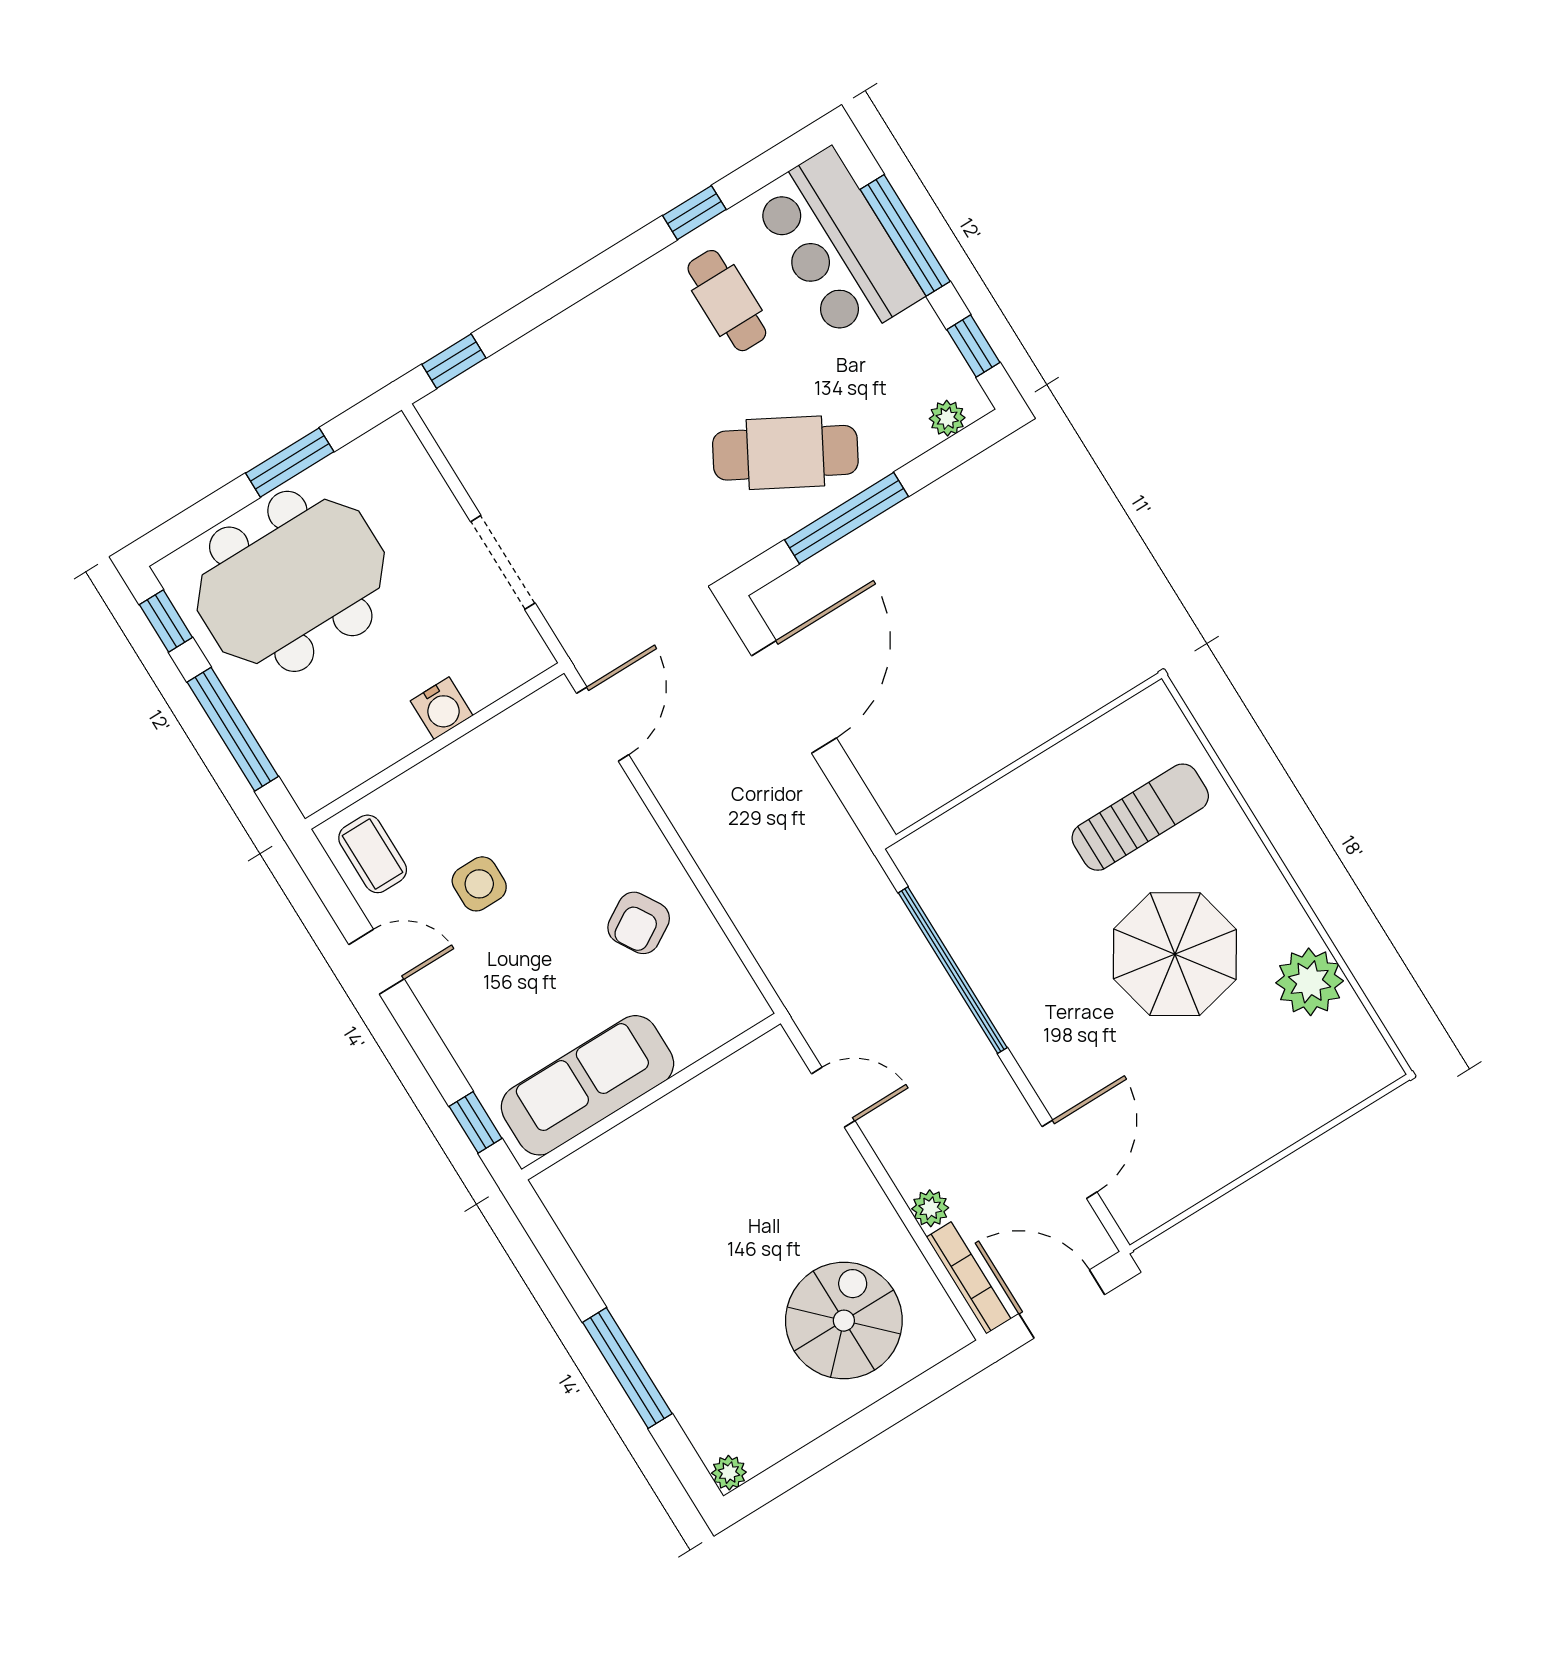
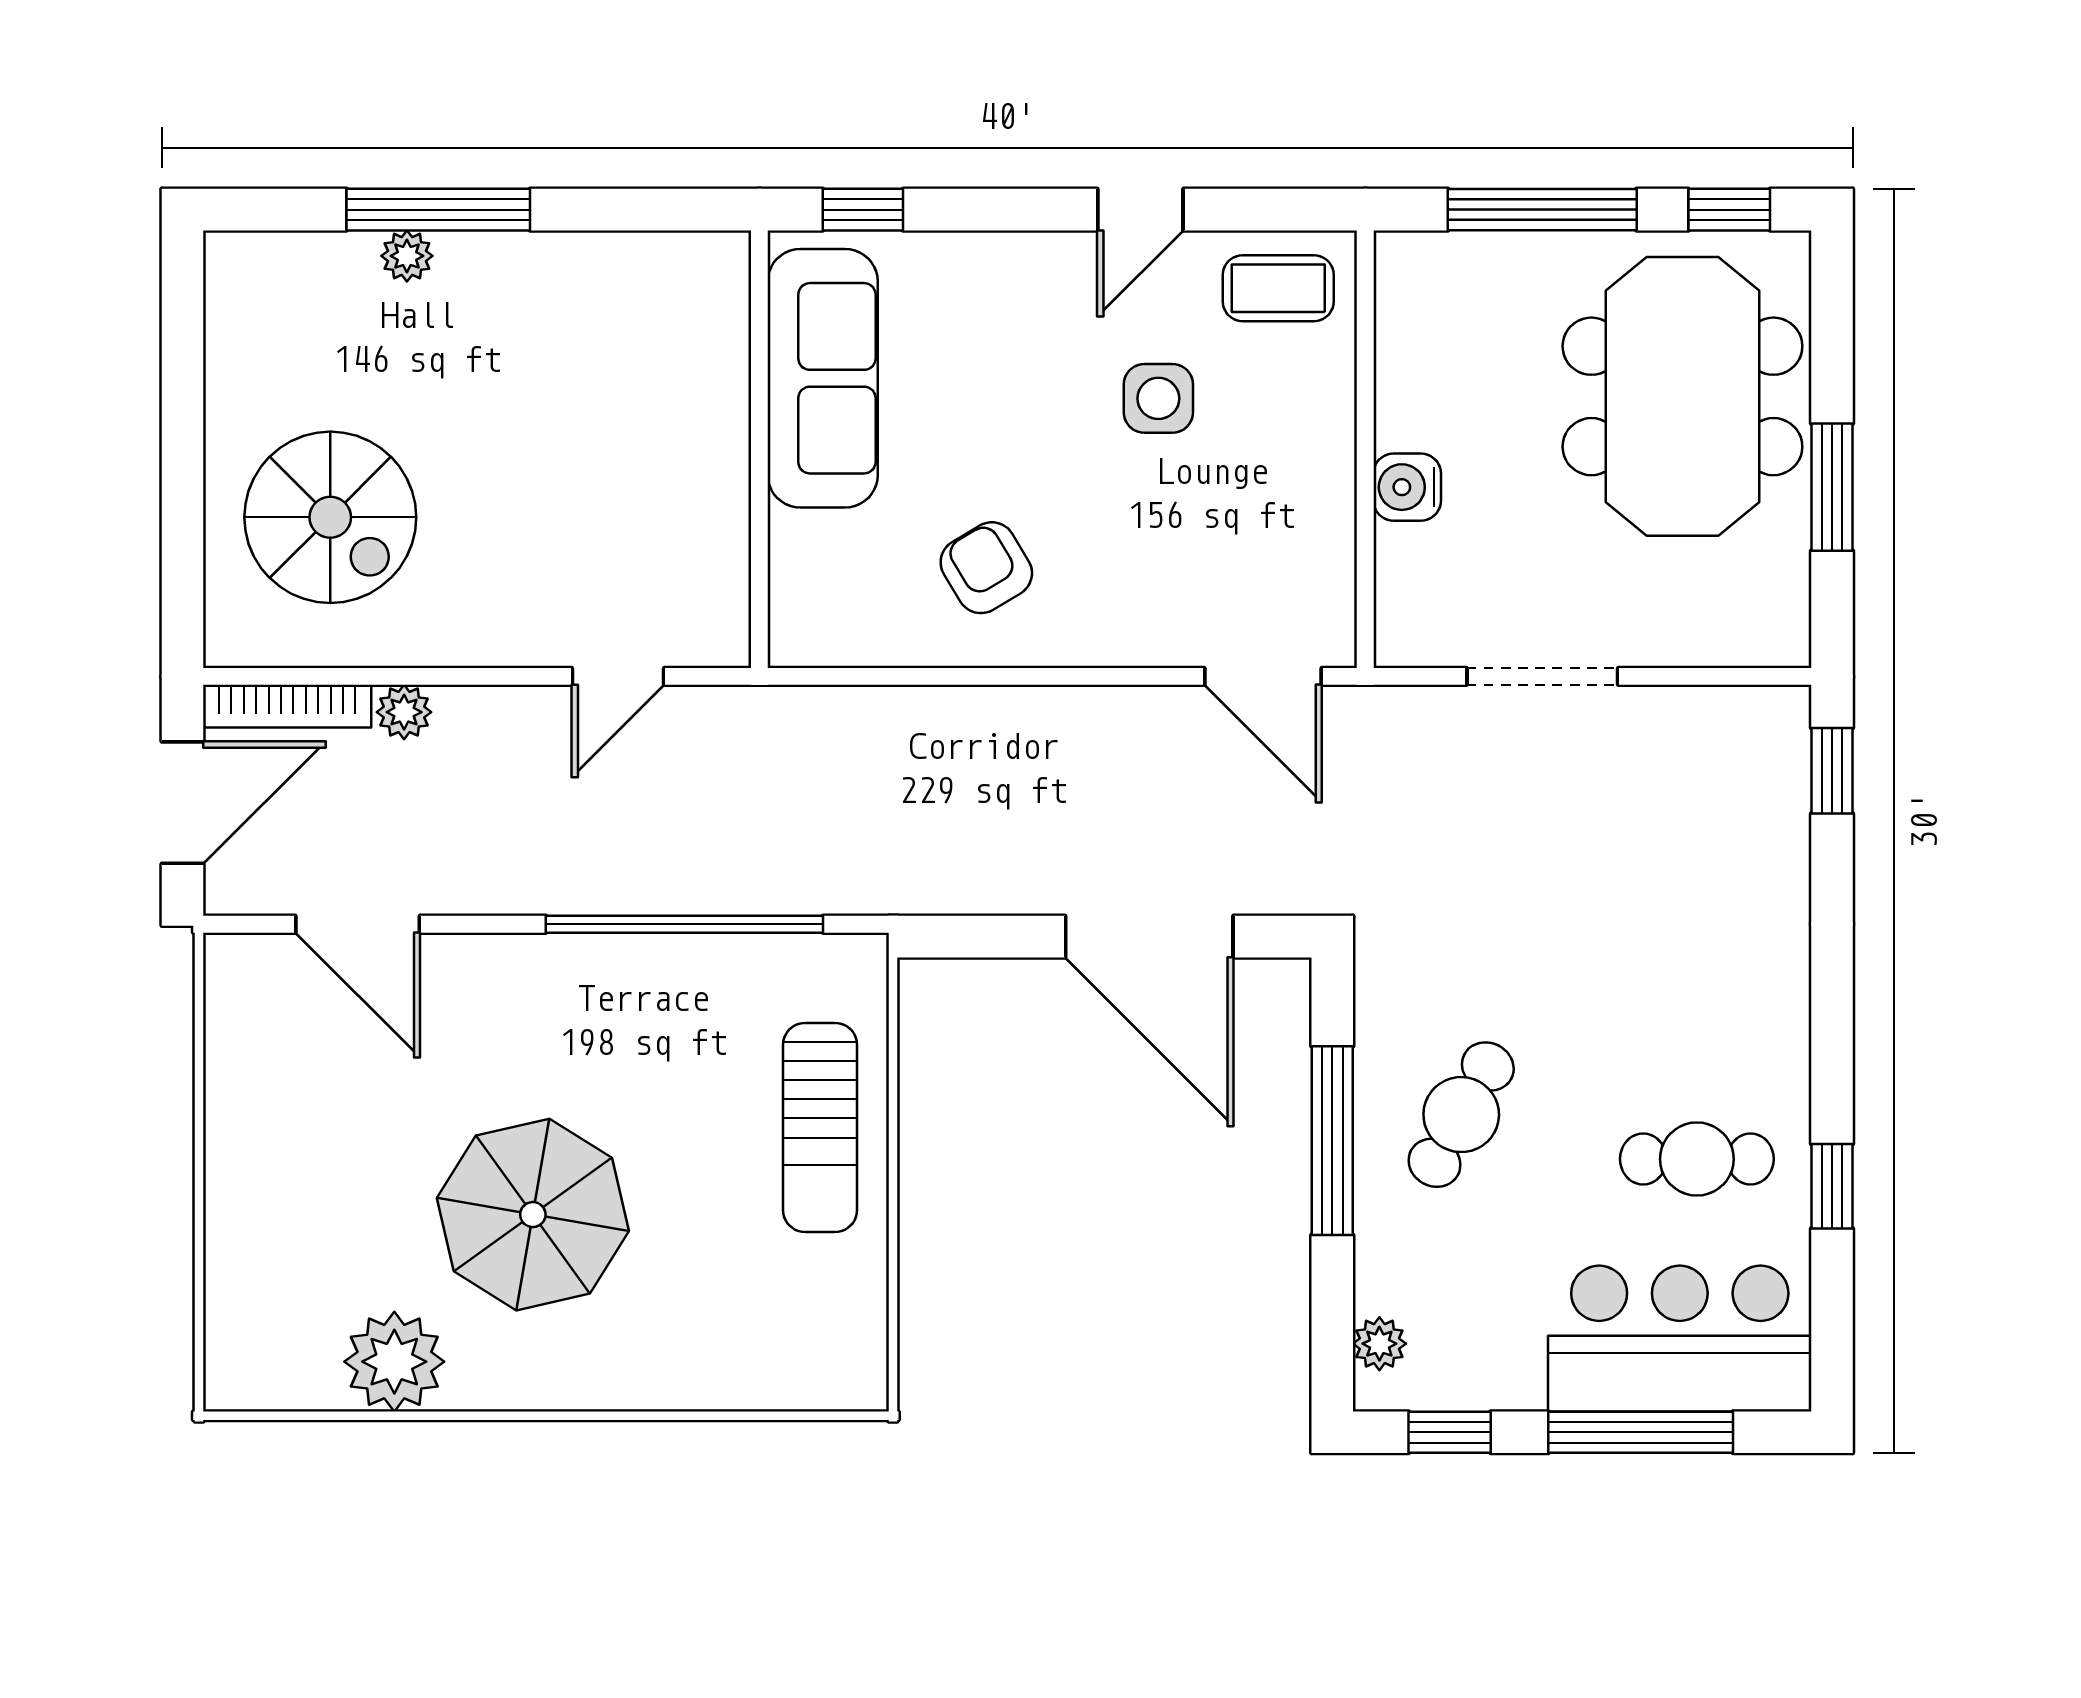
cafe table: (785, 453) -> (1461, 1115), width x0.73, depth x0.74
sun lounger: (1140, 817) -> (820, 1127), moved
plant: (729, 1473) -> (407, 256), moved

